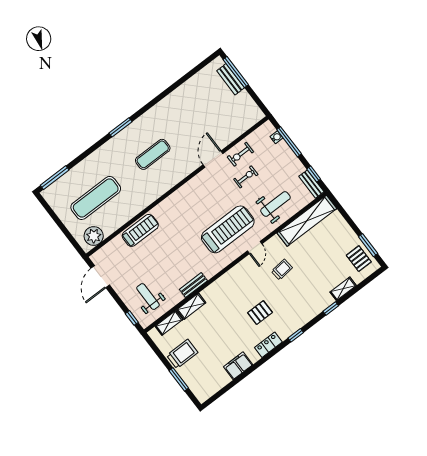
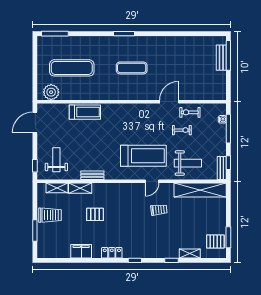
pallet: (359, 259) -> (215, 242), turned 90
pallet: (260, 313) -> (95, 214), moved

